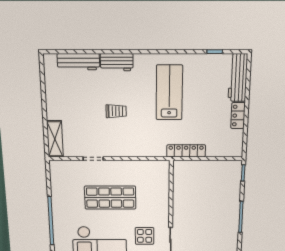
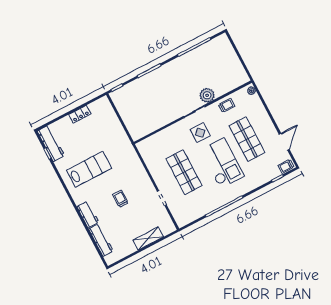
workbench: (238, 78) -> (51, 143), moved, turned -90
lab bench: (169, 93) -> (89, 169), turned 180
shelving: (55, 139) -> (148, 238), moved
locker: (186, 151) -> (122, 136), removed

